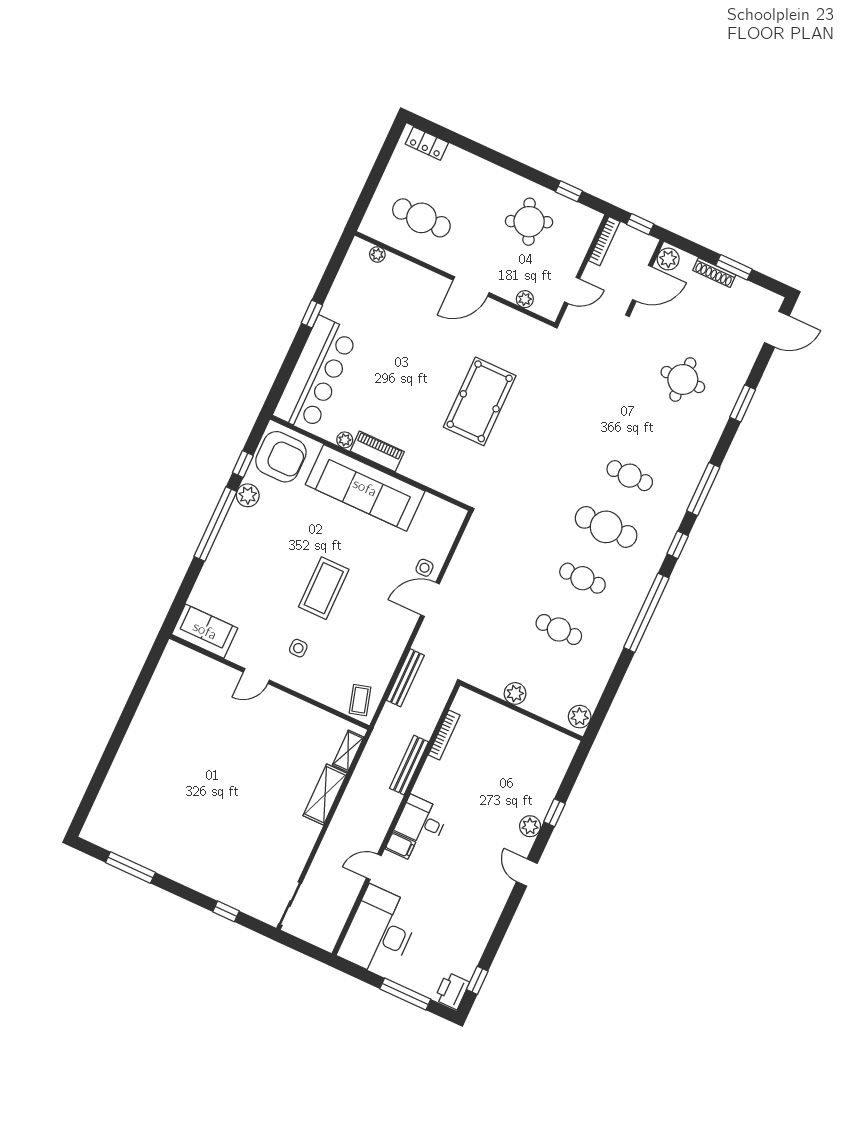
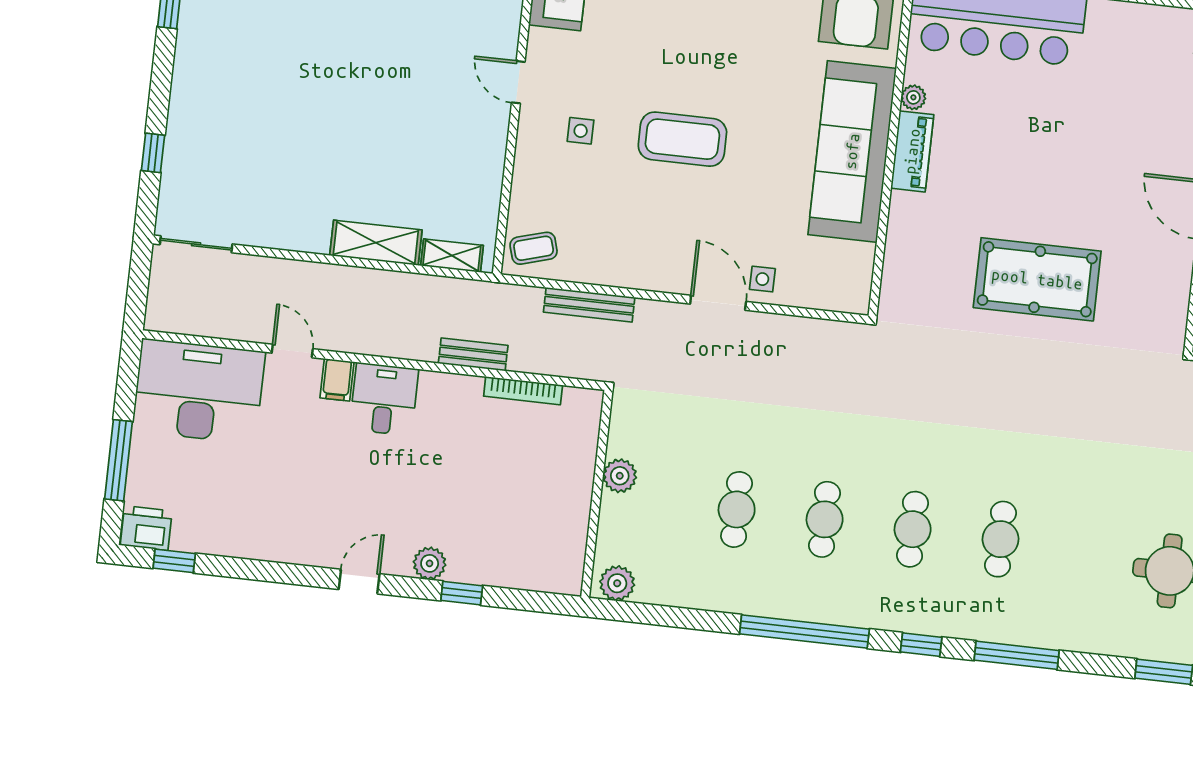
cafe table: (606, 527) -> (913, 529), width x0.73, depth x0.74
bench: (409, 765) -> (473, 354), width x0.73

